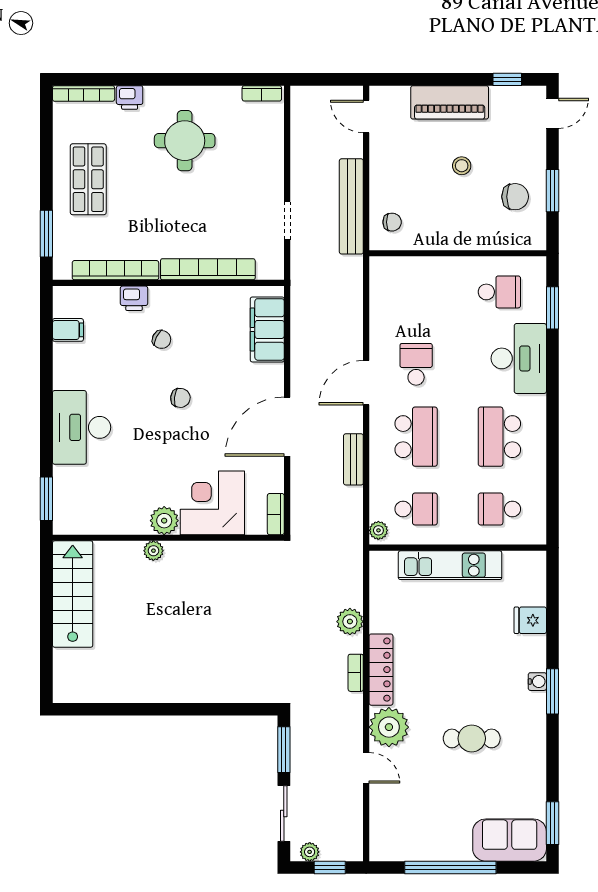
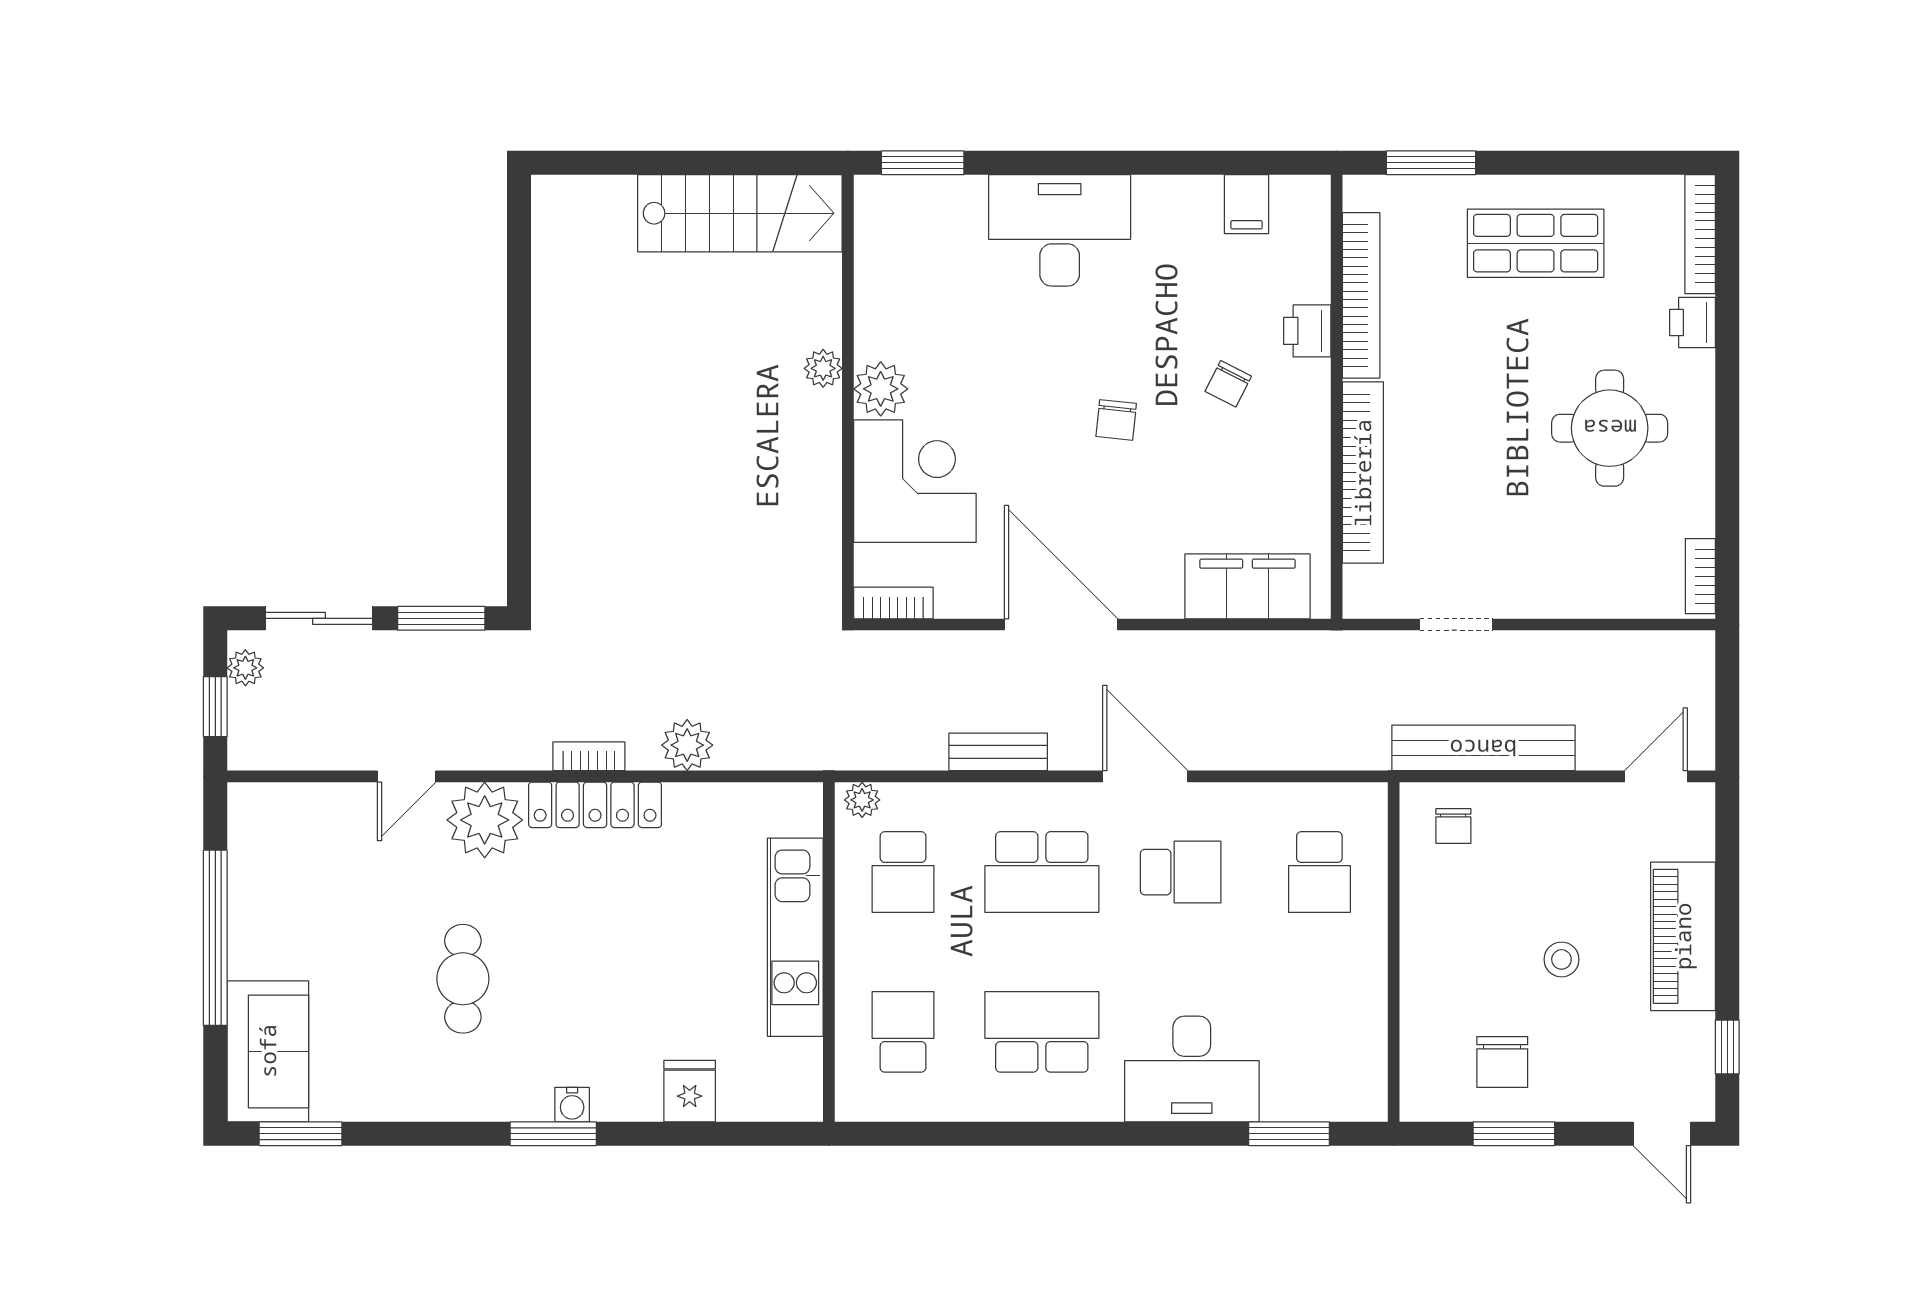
school desk: (499, 292) -> (1319, 872), moved

